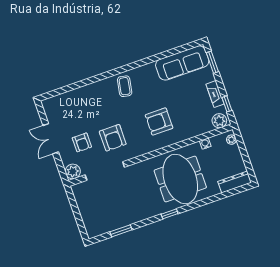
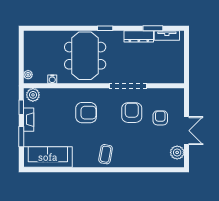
window: (212, 62) -> (21, 137), moved
plant: (73, 171) -> (177, 152), moved
doorway: (105, 171) -> (128, 86), moved
dresser: (235, 182) -> (139, 36), moved
tv unit: (104, 228) -> (167, 36), added

